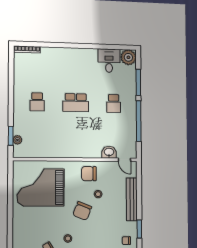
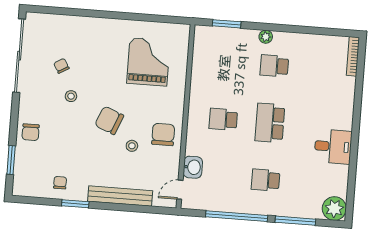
desk: (109, 61) -> (333, 147), moved
school desk: (76, 134) -> (223, 119), added
plant: (17, 140) -> (266, 37), moved
grand piano: (41, 187) -> (148, 62), width x0.73, depth x0.68

